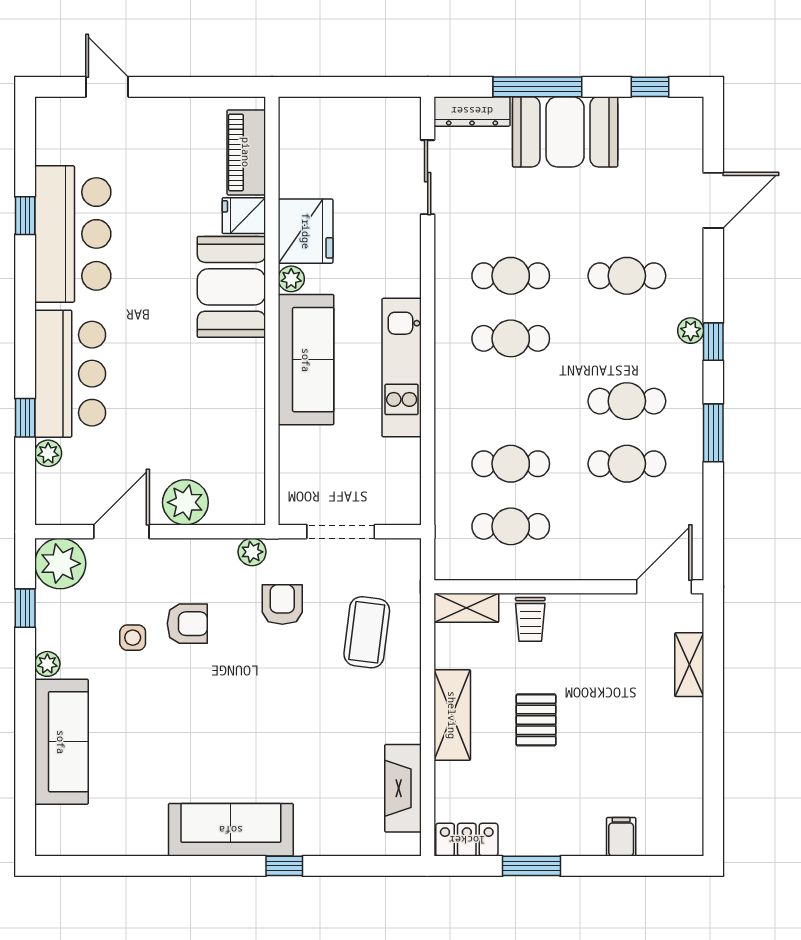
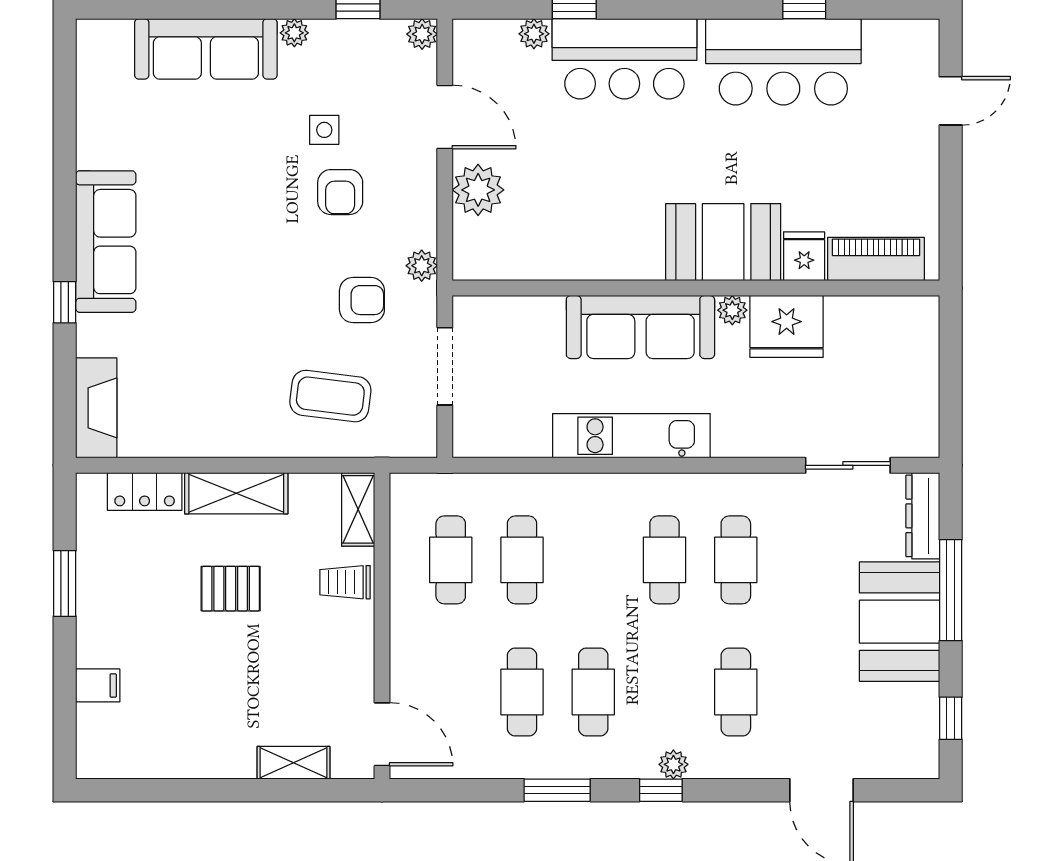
plant: (60, 564) -> (422, 34), width x0.53, depth x0.53
fireplace: (403, 788) -> (96, 408), moved, turned 90
locker: (467, 840) -> (145, 492), moved, turned 90

